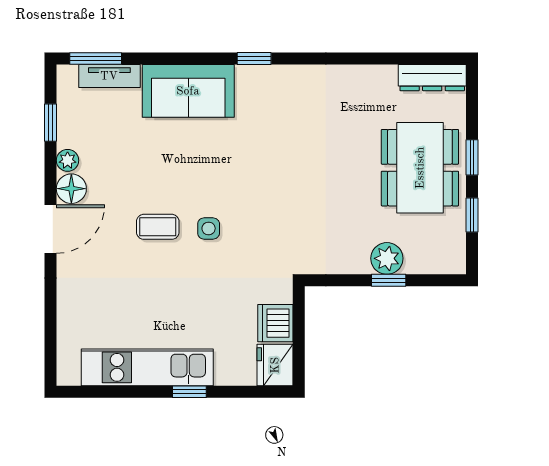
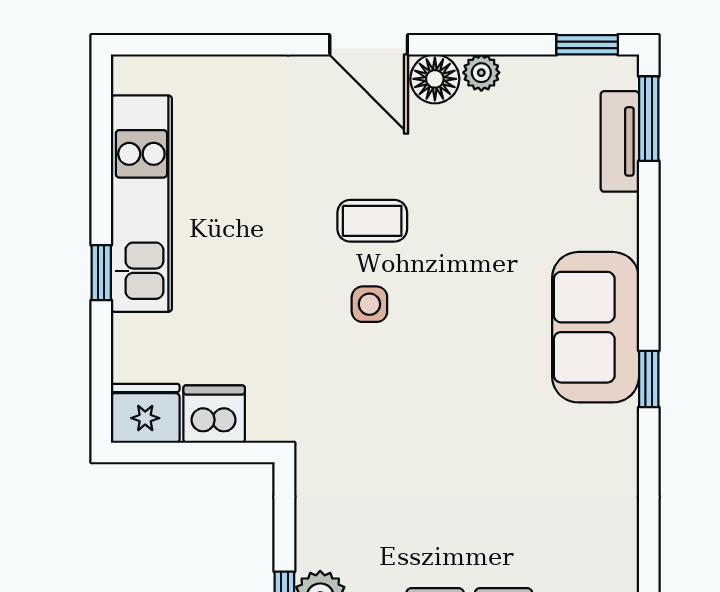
sofa: (188, 91) -> (596, 327), moved
window: (51, 123) -> (587, 45), moved
coffee table: (158, 227) -> (372, 221), turned 90

